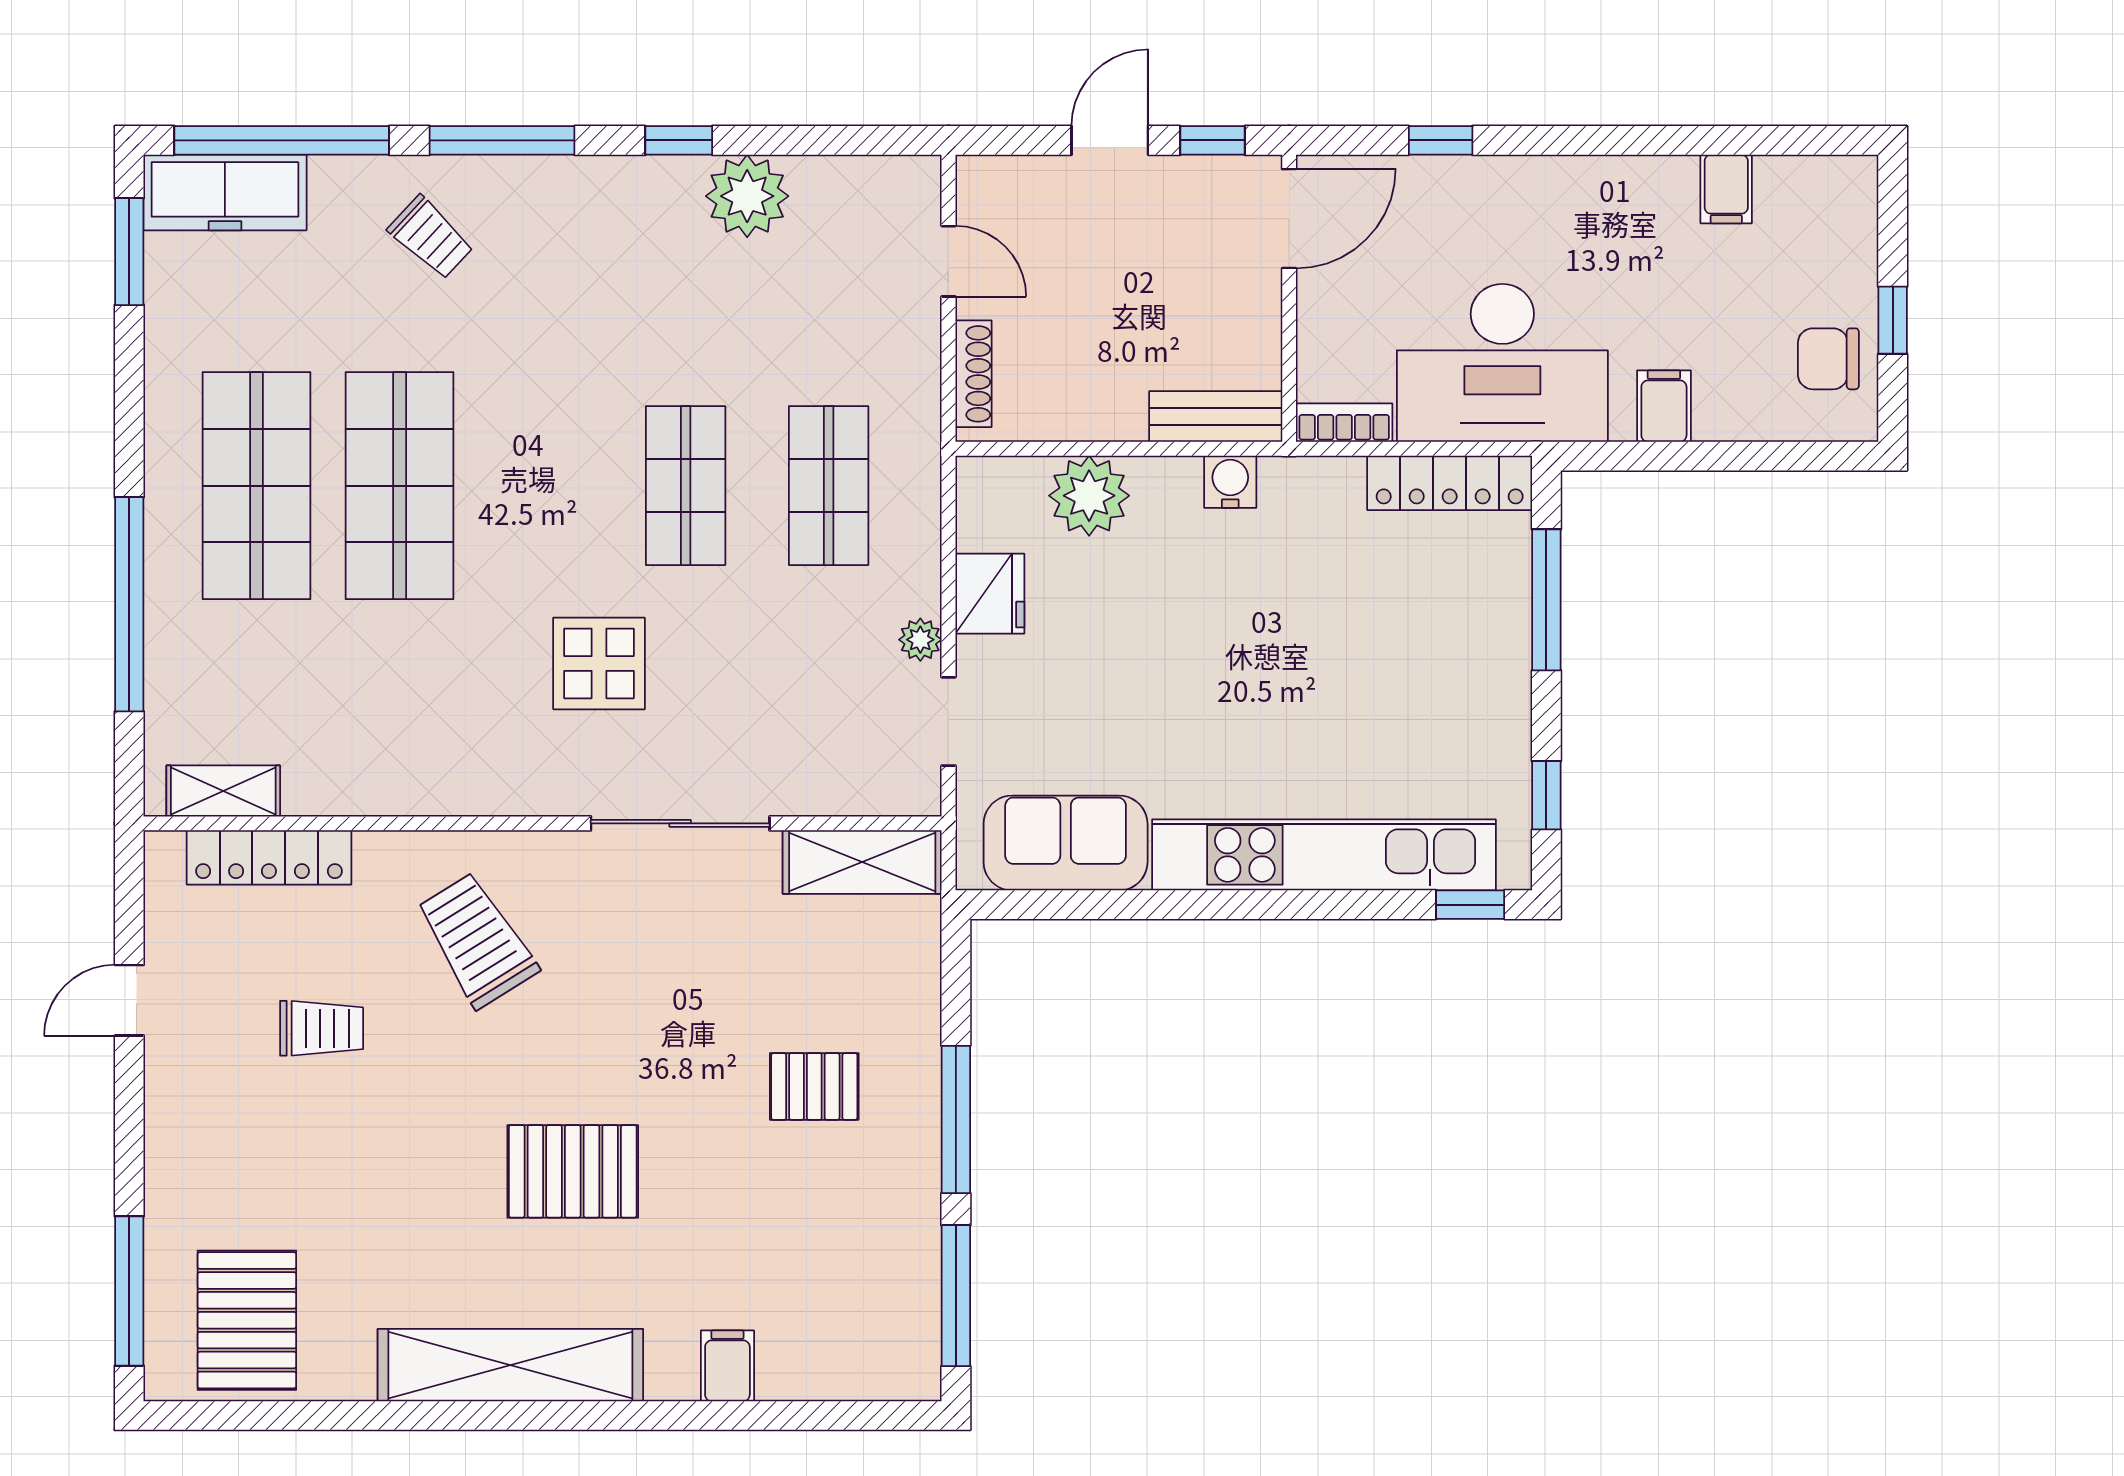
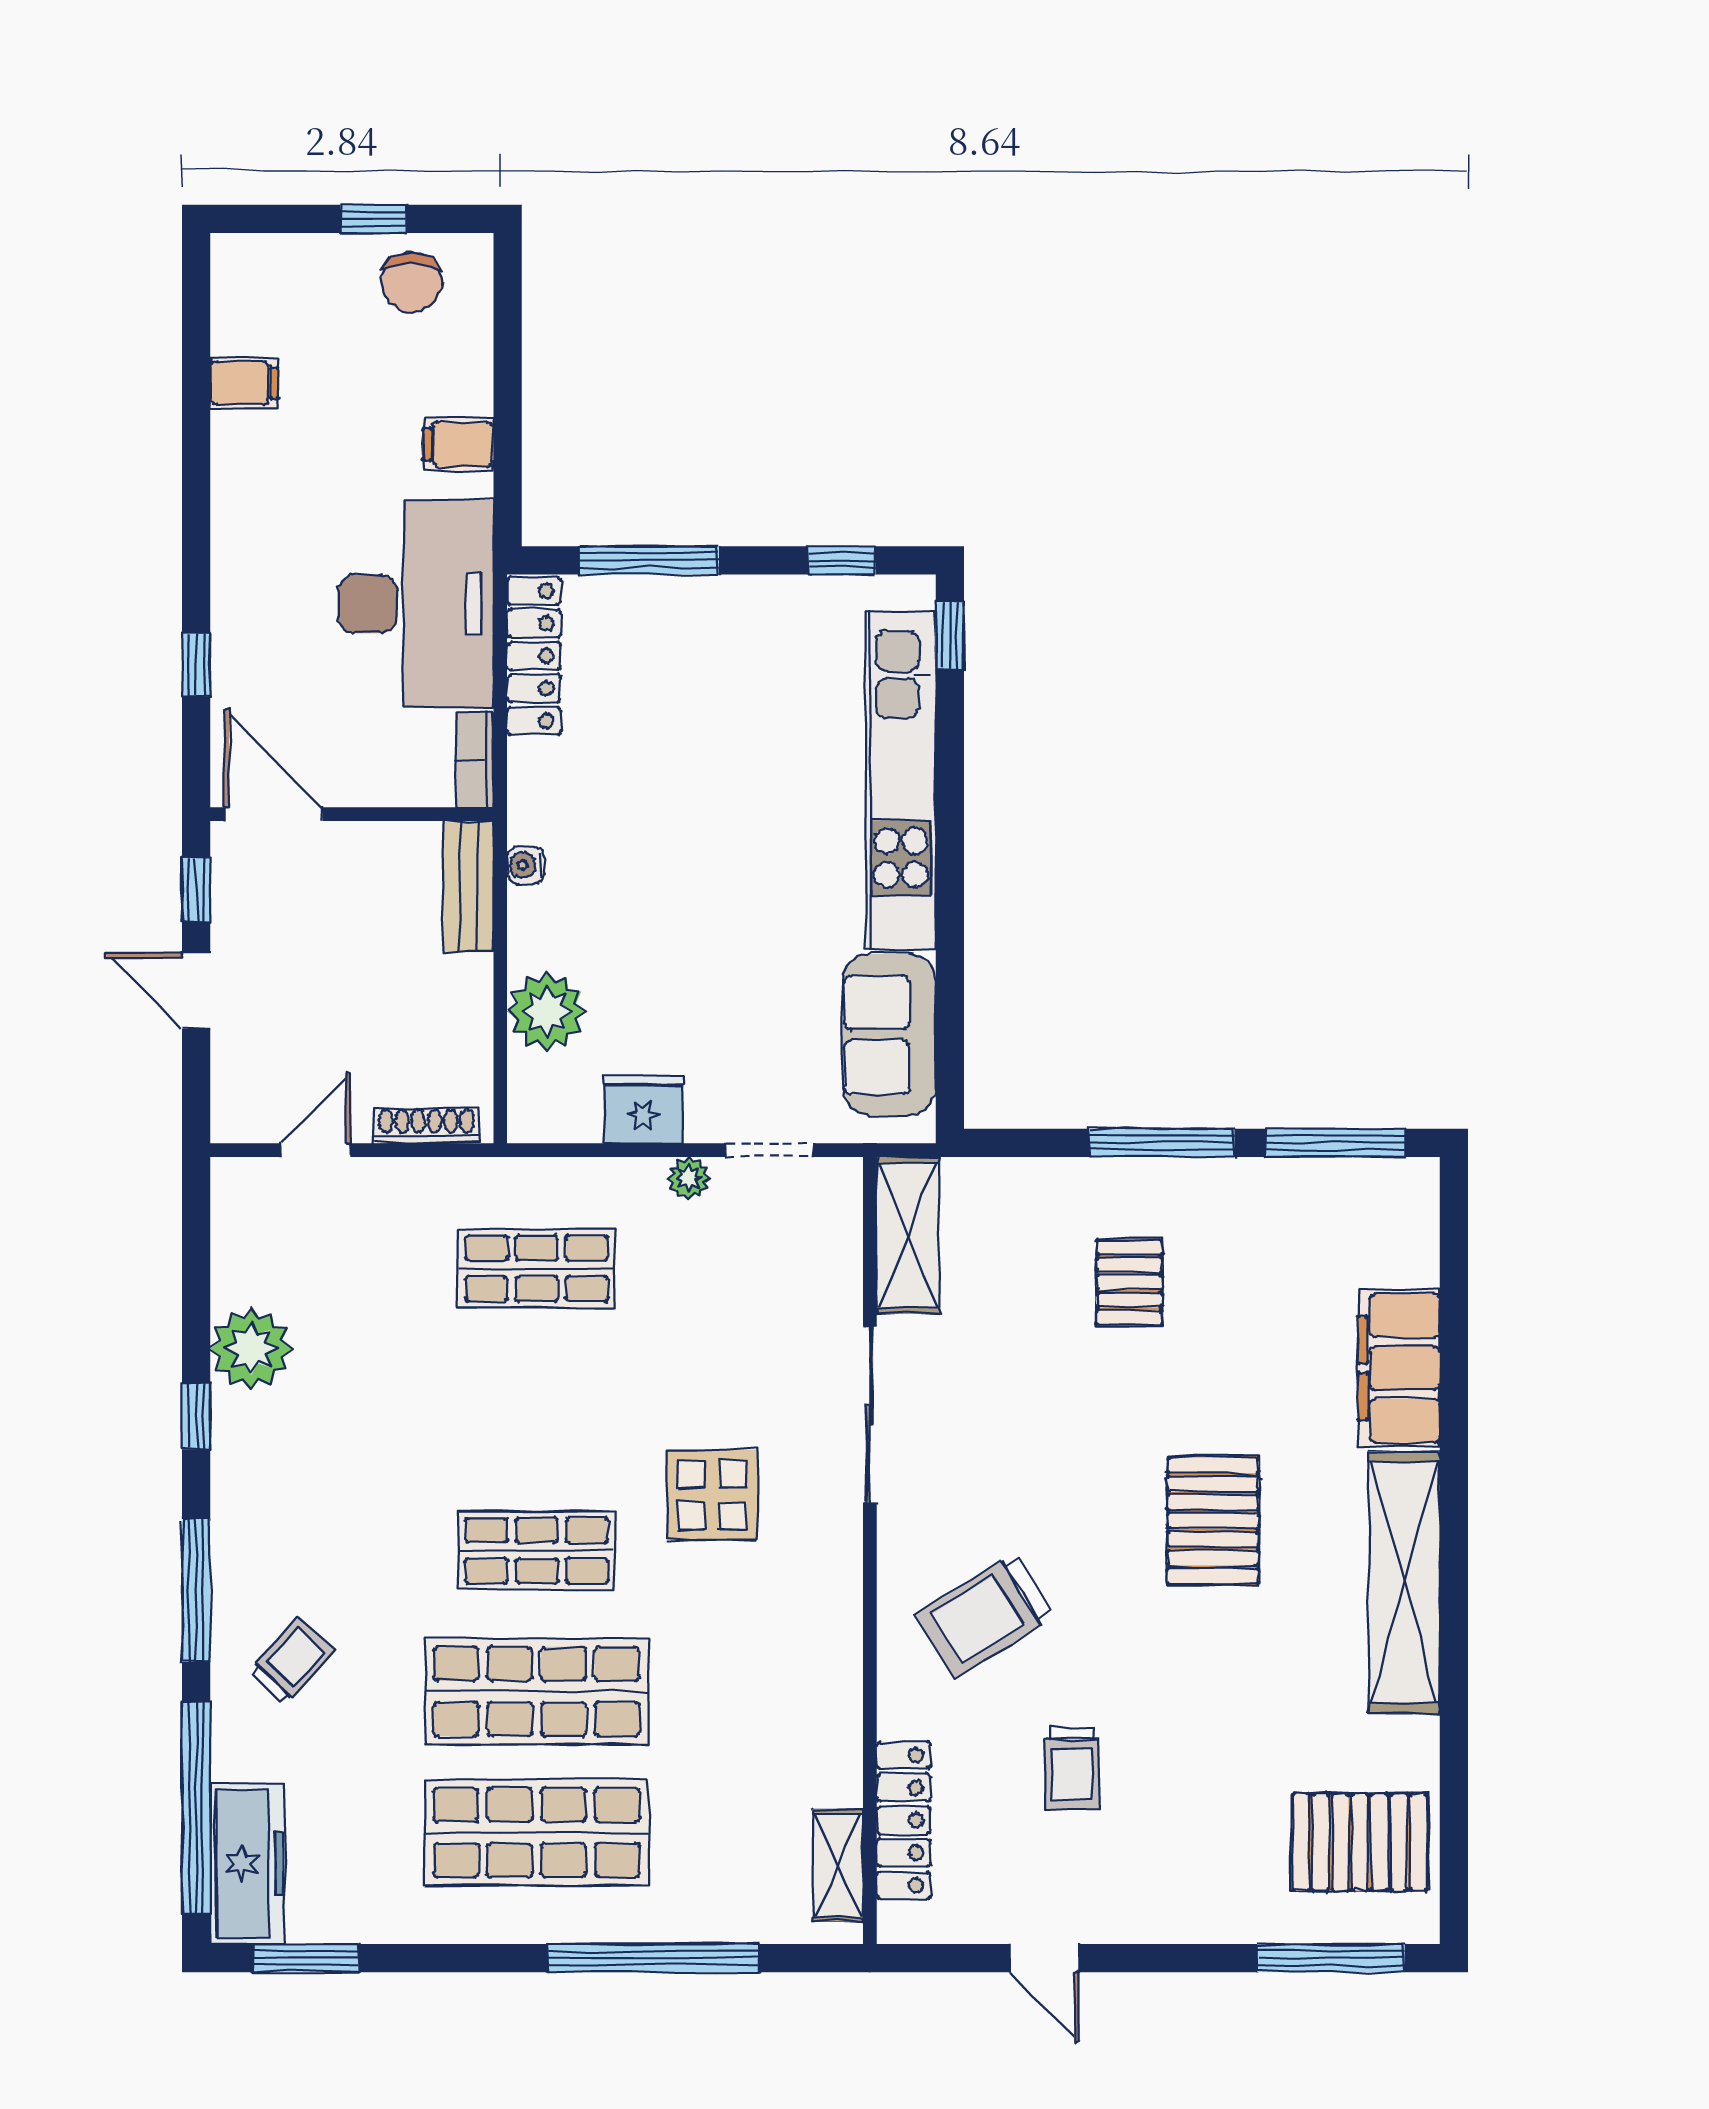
water cooler: (1230, 482) -> (526, 865), width x0.72, depth x0.72
shop shelf: (686, 486) -> (537, 1550), moved
trolley: (322, 1028) -> (1072, 1768), turned 180
filing cabinet: (727, 1366) -> (1399, 1368), width x3.00, depth x1.17

